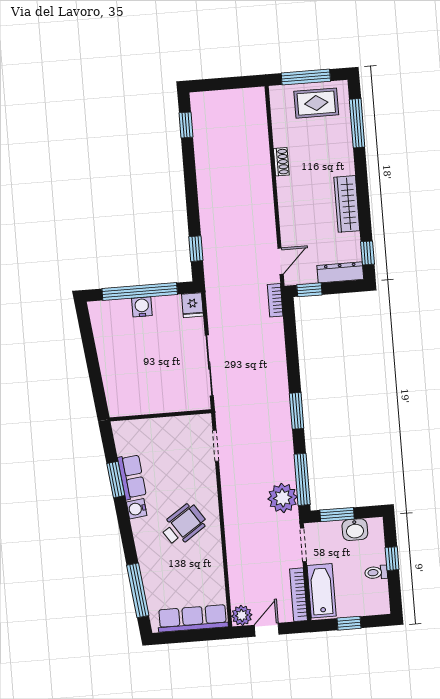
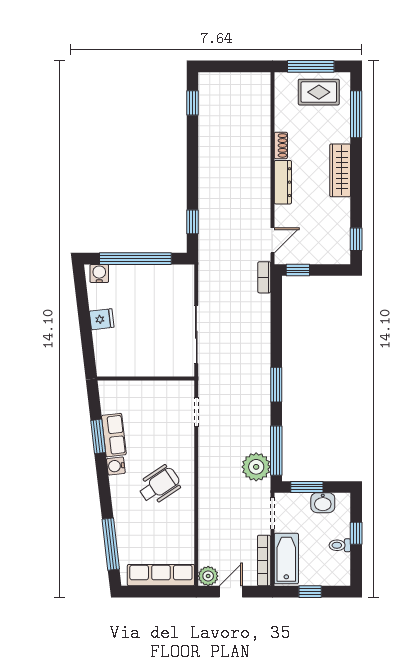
wardrobe: (347, 204) -> (340, 170), moved
dresser: (340, 272) -> (283, 182), moved, turned 90
fridge: (192, 305) -> (102, 319), moved, turned -97
water cooler: (142, 307) -> (99, 273), moved

